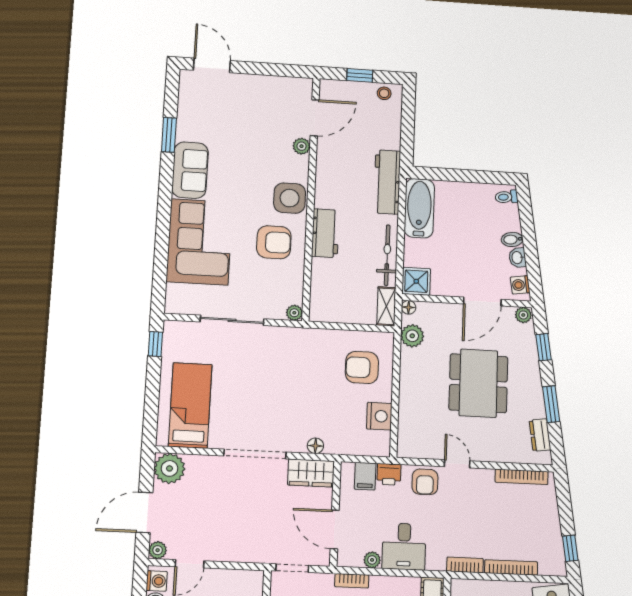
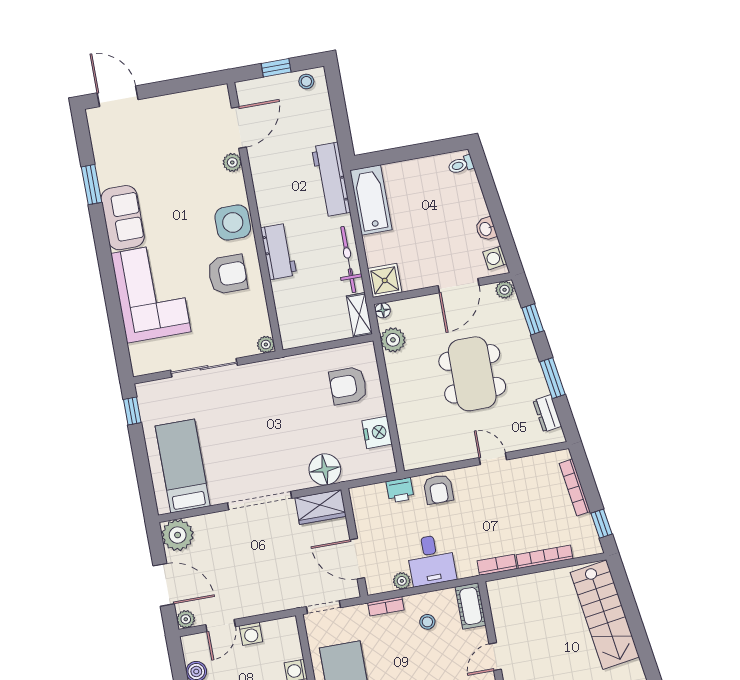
bidet: (512, 239) -> (476, 210), removed
floor lamp: (315, 446) -> (325, 469), width x1.89, depth x1.89
door: (457, 464) -> (493, 459), moved
filing cabinet: (365, 476) -> (376, 498), removed
bookcase: (522, 477) -> (575, 487), moved, turned 82
door: (144, 512) -> (164, 585), swing flipped
washing machine: (157, 581) -> (251, 634), moved, turned 90

